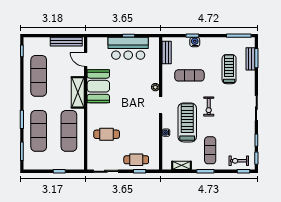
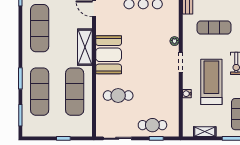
booth: (98, 86) -> (109, 55), moved

